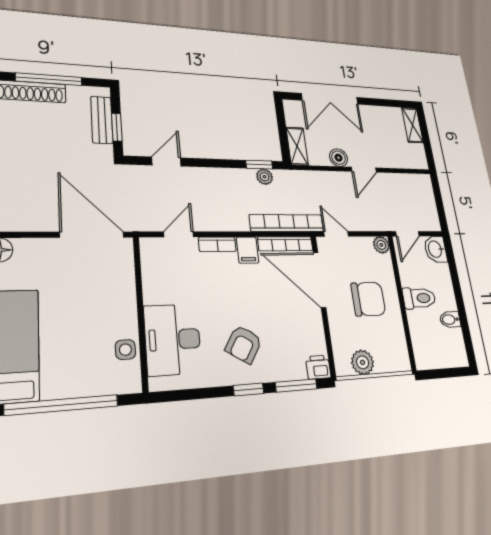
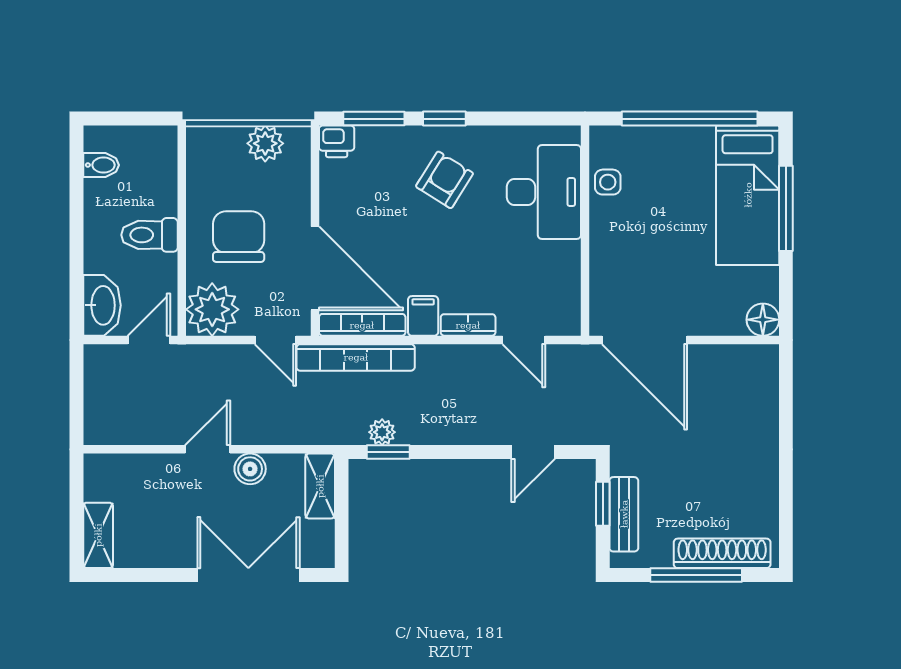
door: (179, 234) -> (524, 340), hinge flipped
plant: (381, 245) -> (212, 309), width x1.87, depth x1.87
washbasin: (435, 249) -> (102, 305), width x1.38
chair: (368, 299) -> (239, 237), turned 90
bidet: (450, 319) -> (101, 165), moved

